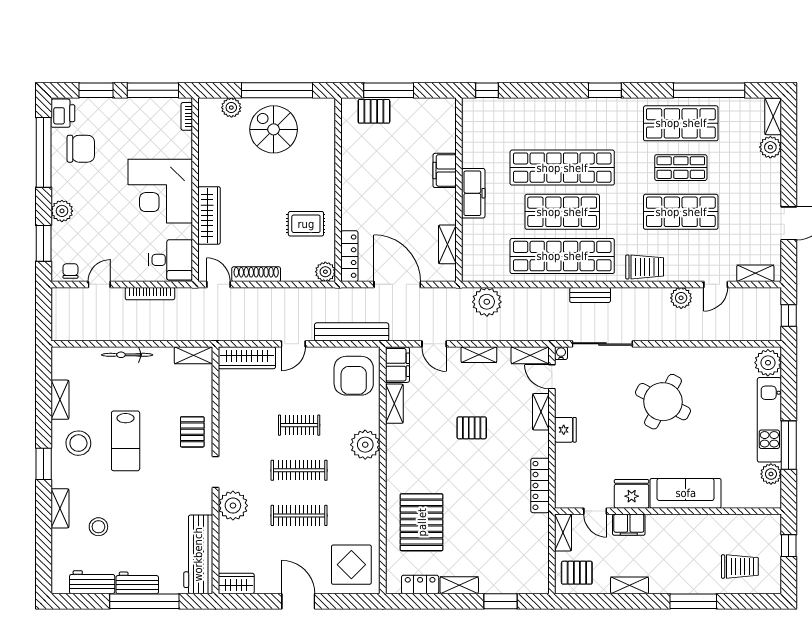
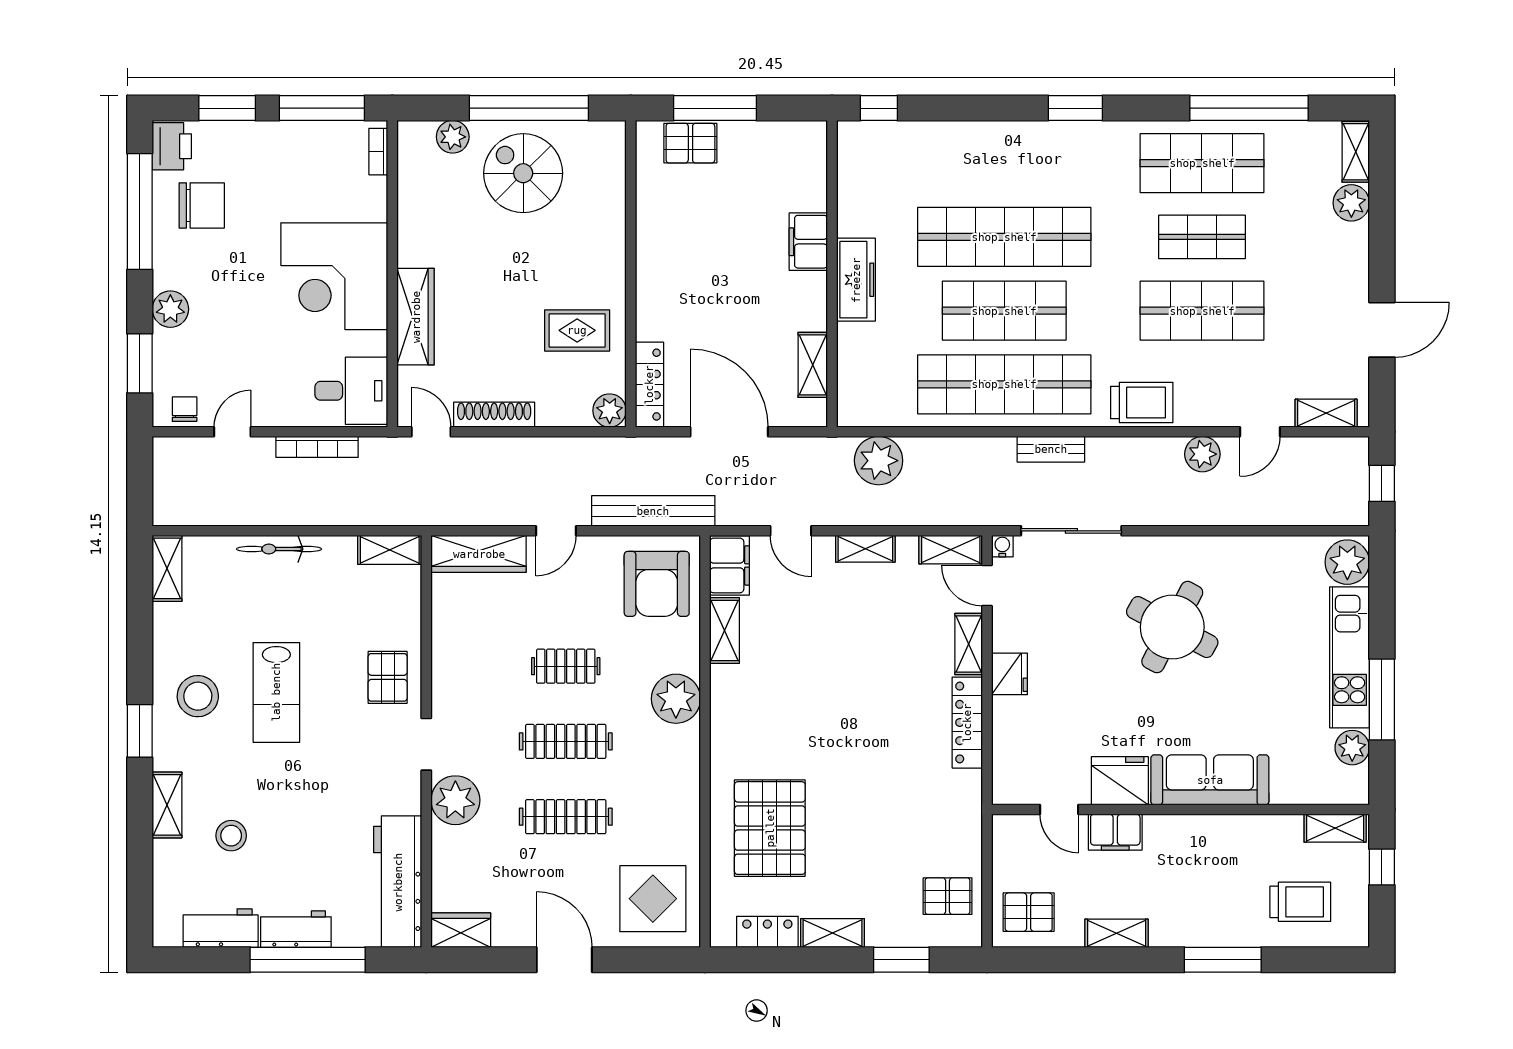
shelving: (60, 400) -> (167, 568), moved
pallet: (472, 428) -> (948, 896), moved
locker: (540, 485) -> (967, 723), moved
shelving: (563, 533) -> (1335, 828), moved, turned 90

